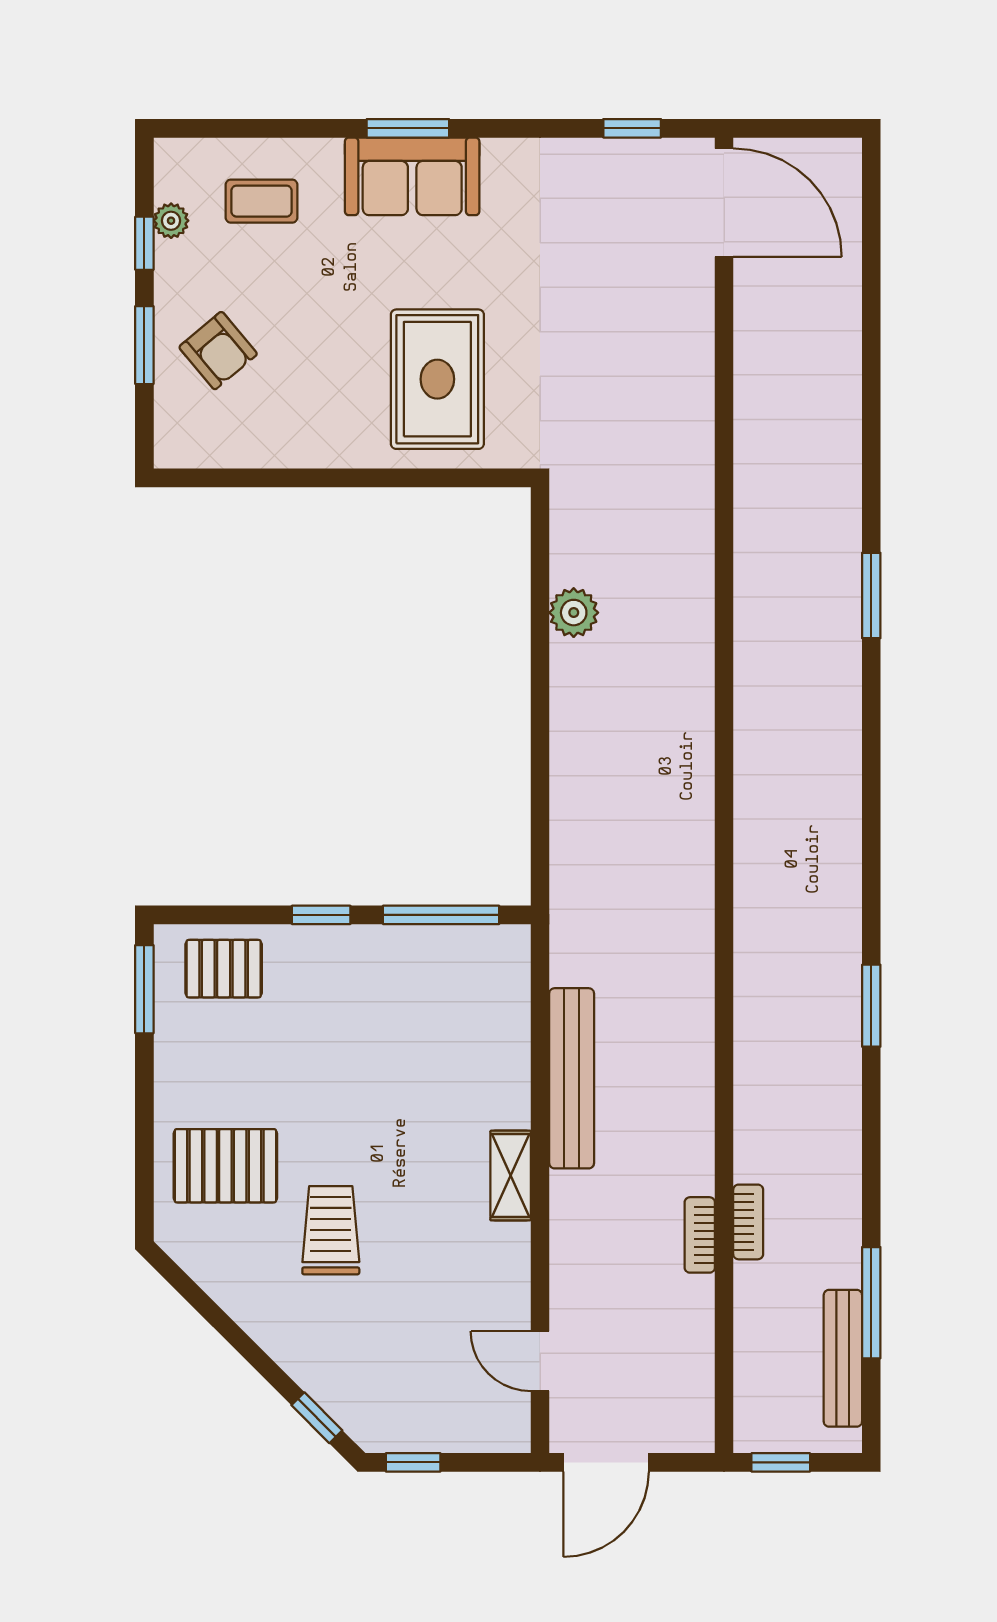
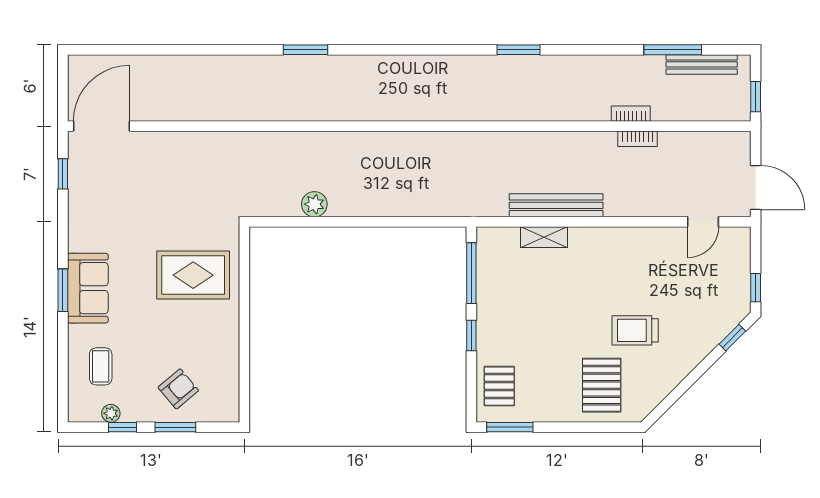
shelving: (511, 1176) -> (544, 237), moved

